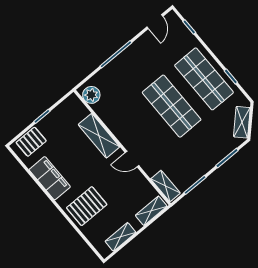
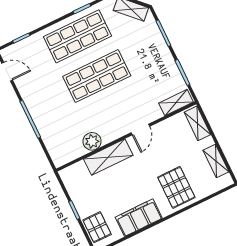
plant: (91, 95) -> (92, 141), moved

